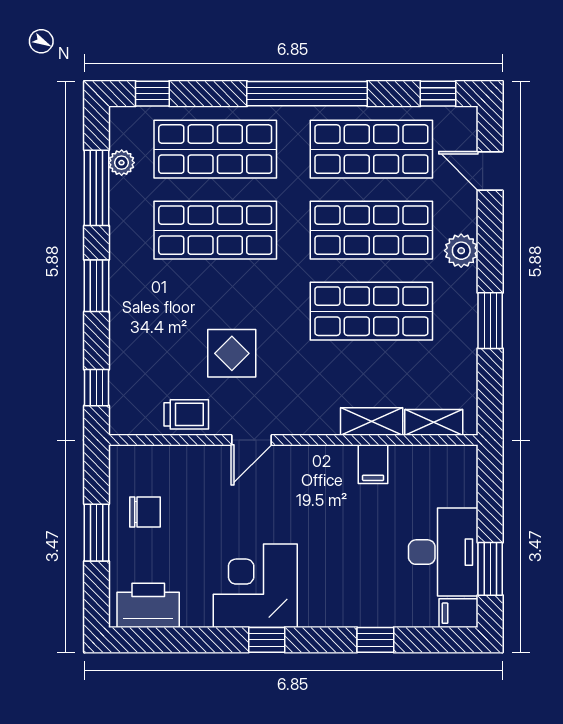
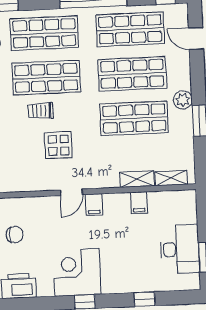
plant: (461, 251) -> (183, 100), moved
trolley: (186, 414) -> (41, 111), moved, turned 180
filing cabinet: (459, 613) -> (94, 204), moved, turned -90

